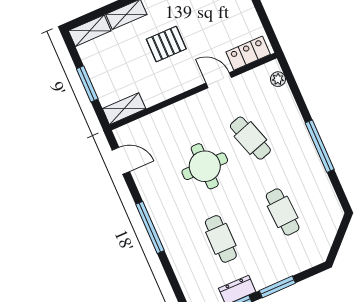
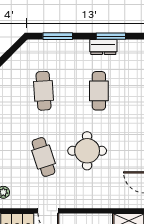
window: (277, 287) -> (58, 36), moved

